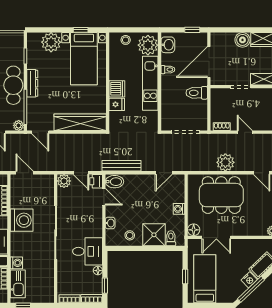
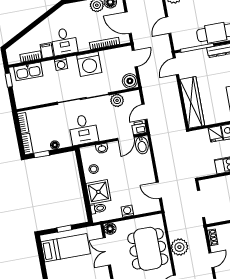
plant: (19, 125) -> (178, 45), removed
bench: (121, 166) -> (158, 149), removed
plant: (64, 181) -> (117, 100), moved
boiler: (47, 182) -> (130, 81), added
desk: (87, 251) -> (83, 130), moved
washing machine: (16, 263) -> (61, 64), moved

